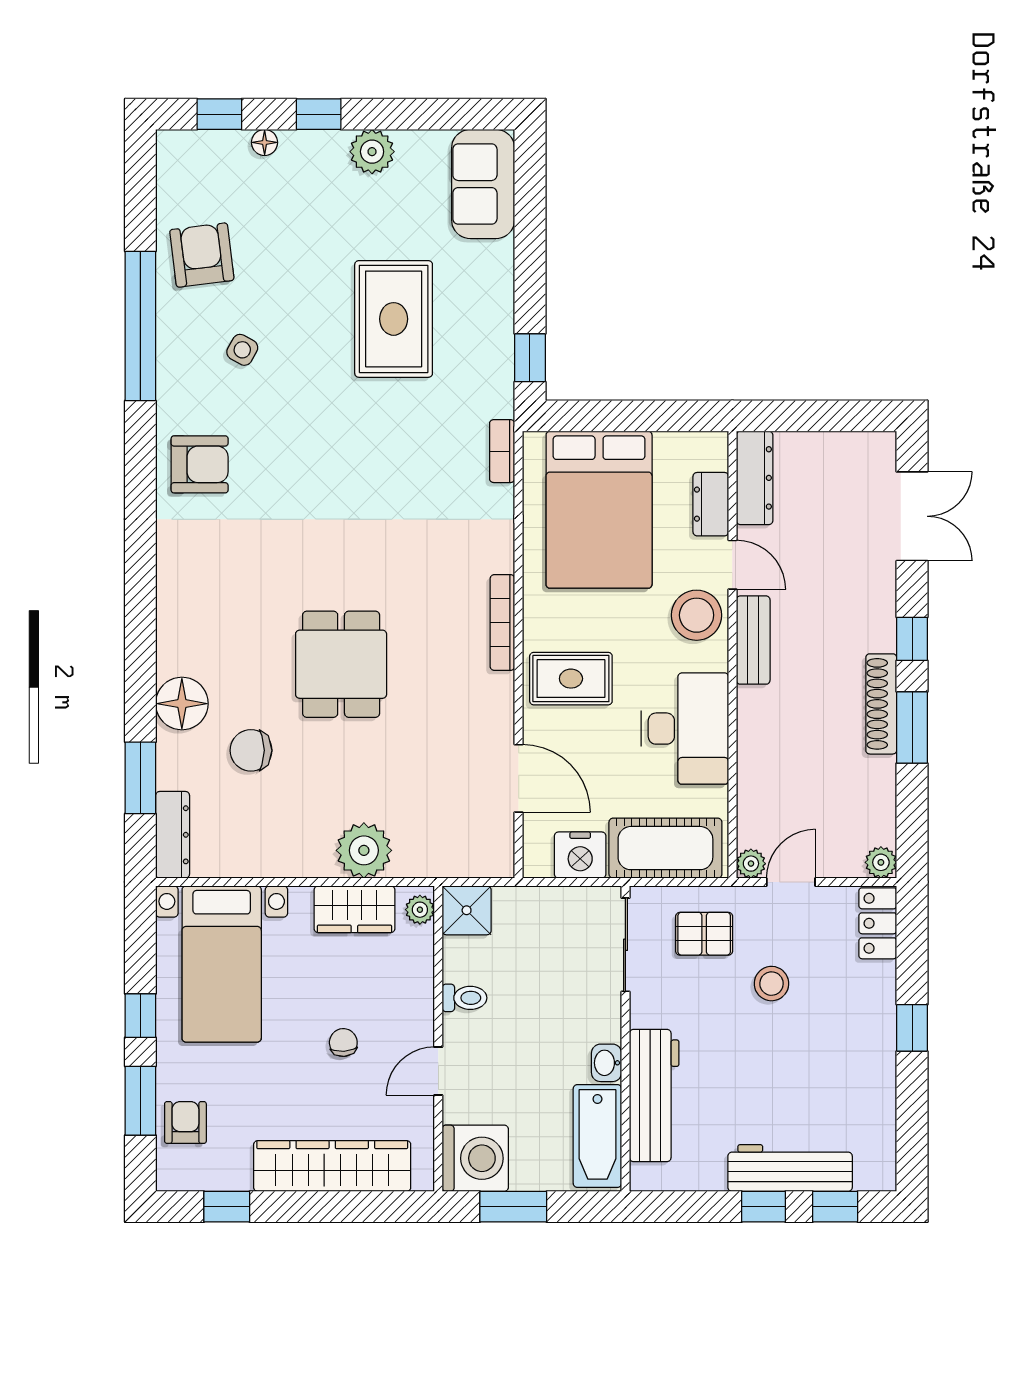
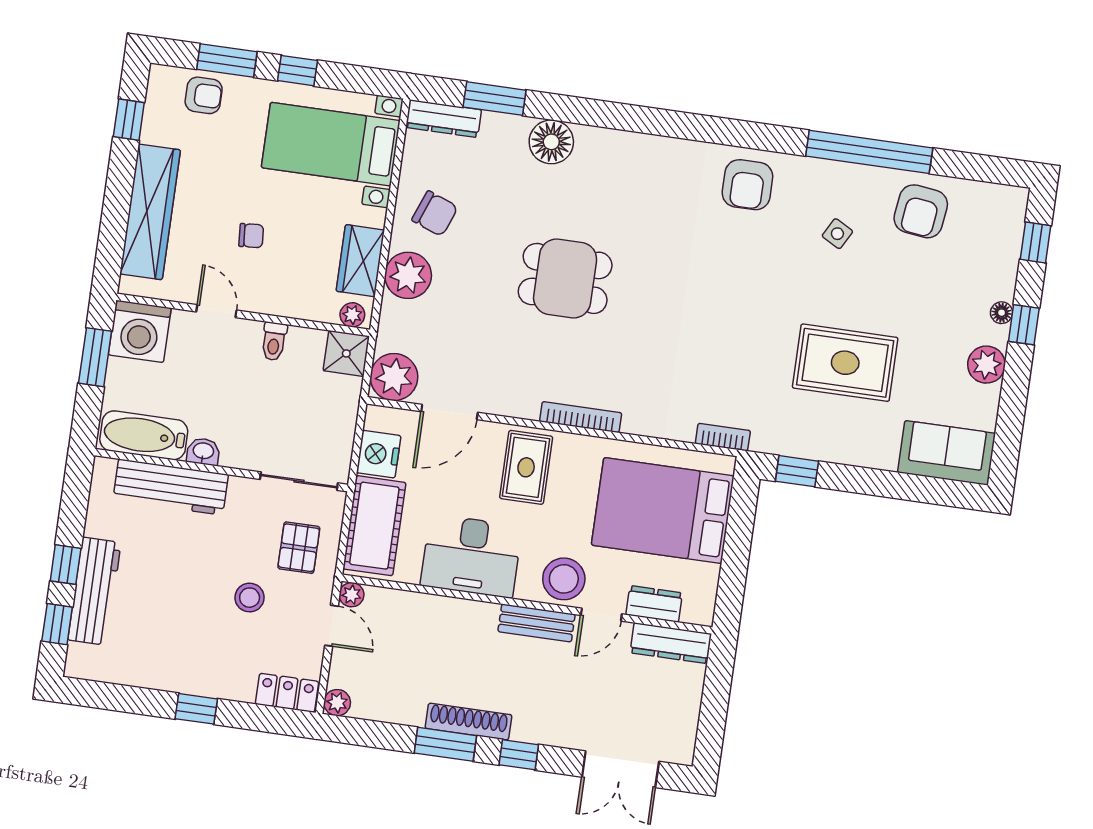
floor lamp: (265, 142) -> (1002, 313), moved
armchair: (202, 255) -> (921, 211), turned 104
chair: (251, 750) -> (435, 214), moved, turned 111
plant: (486, 850) -> (394, 377), added

